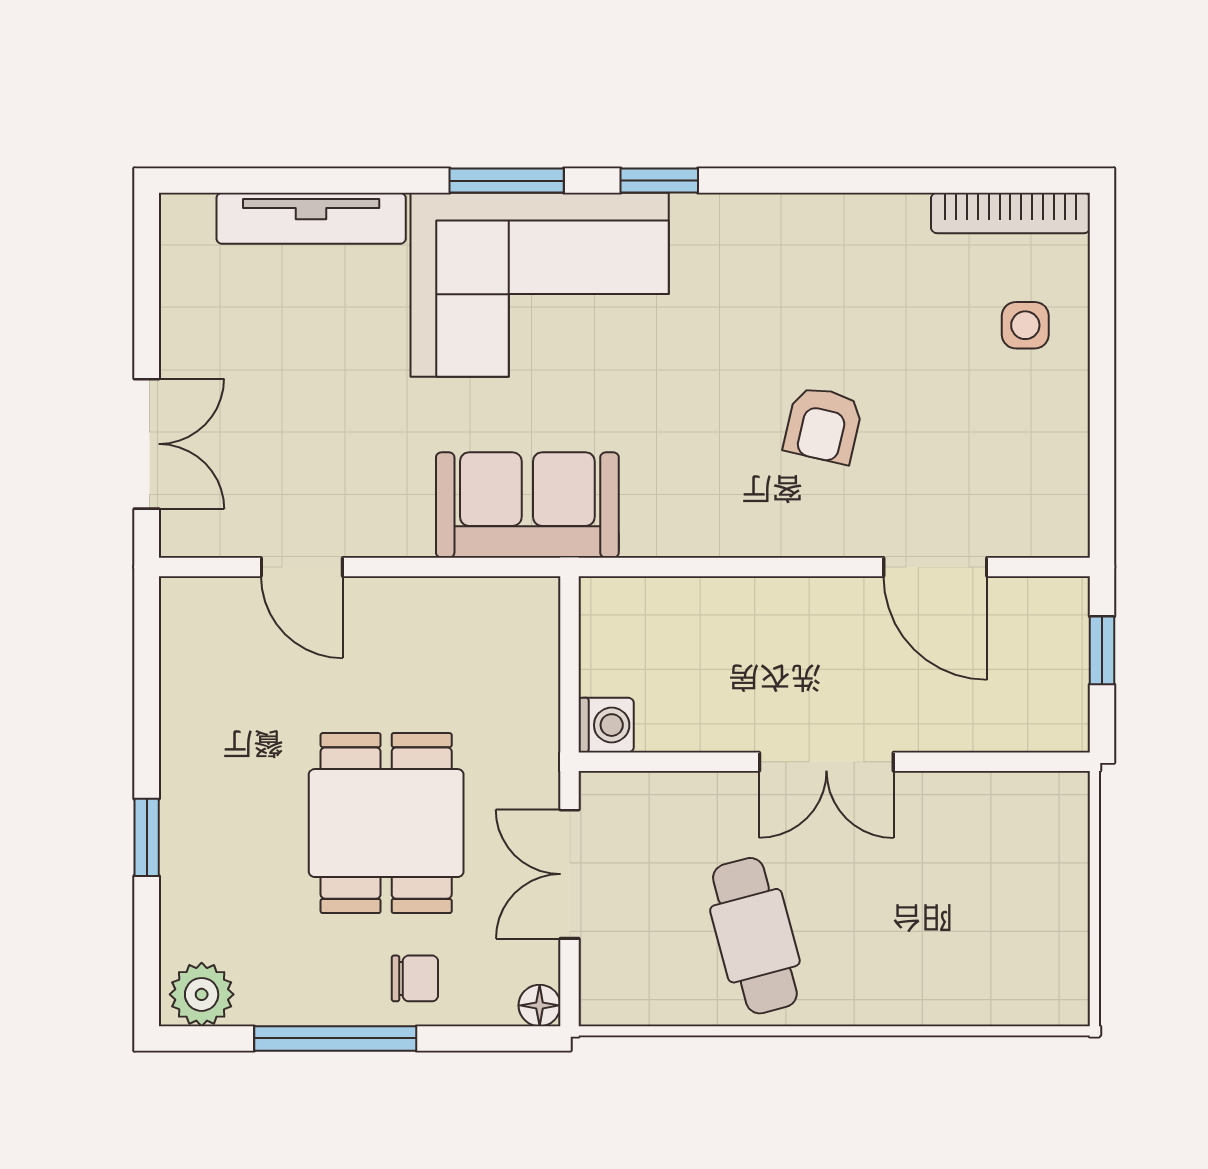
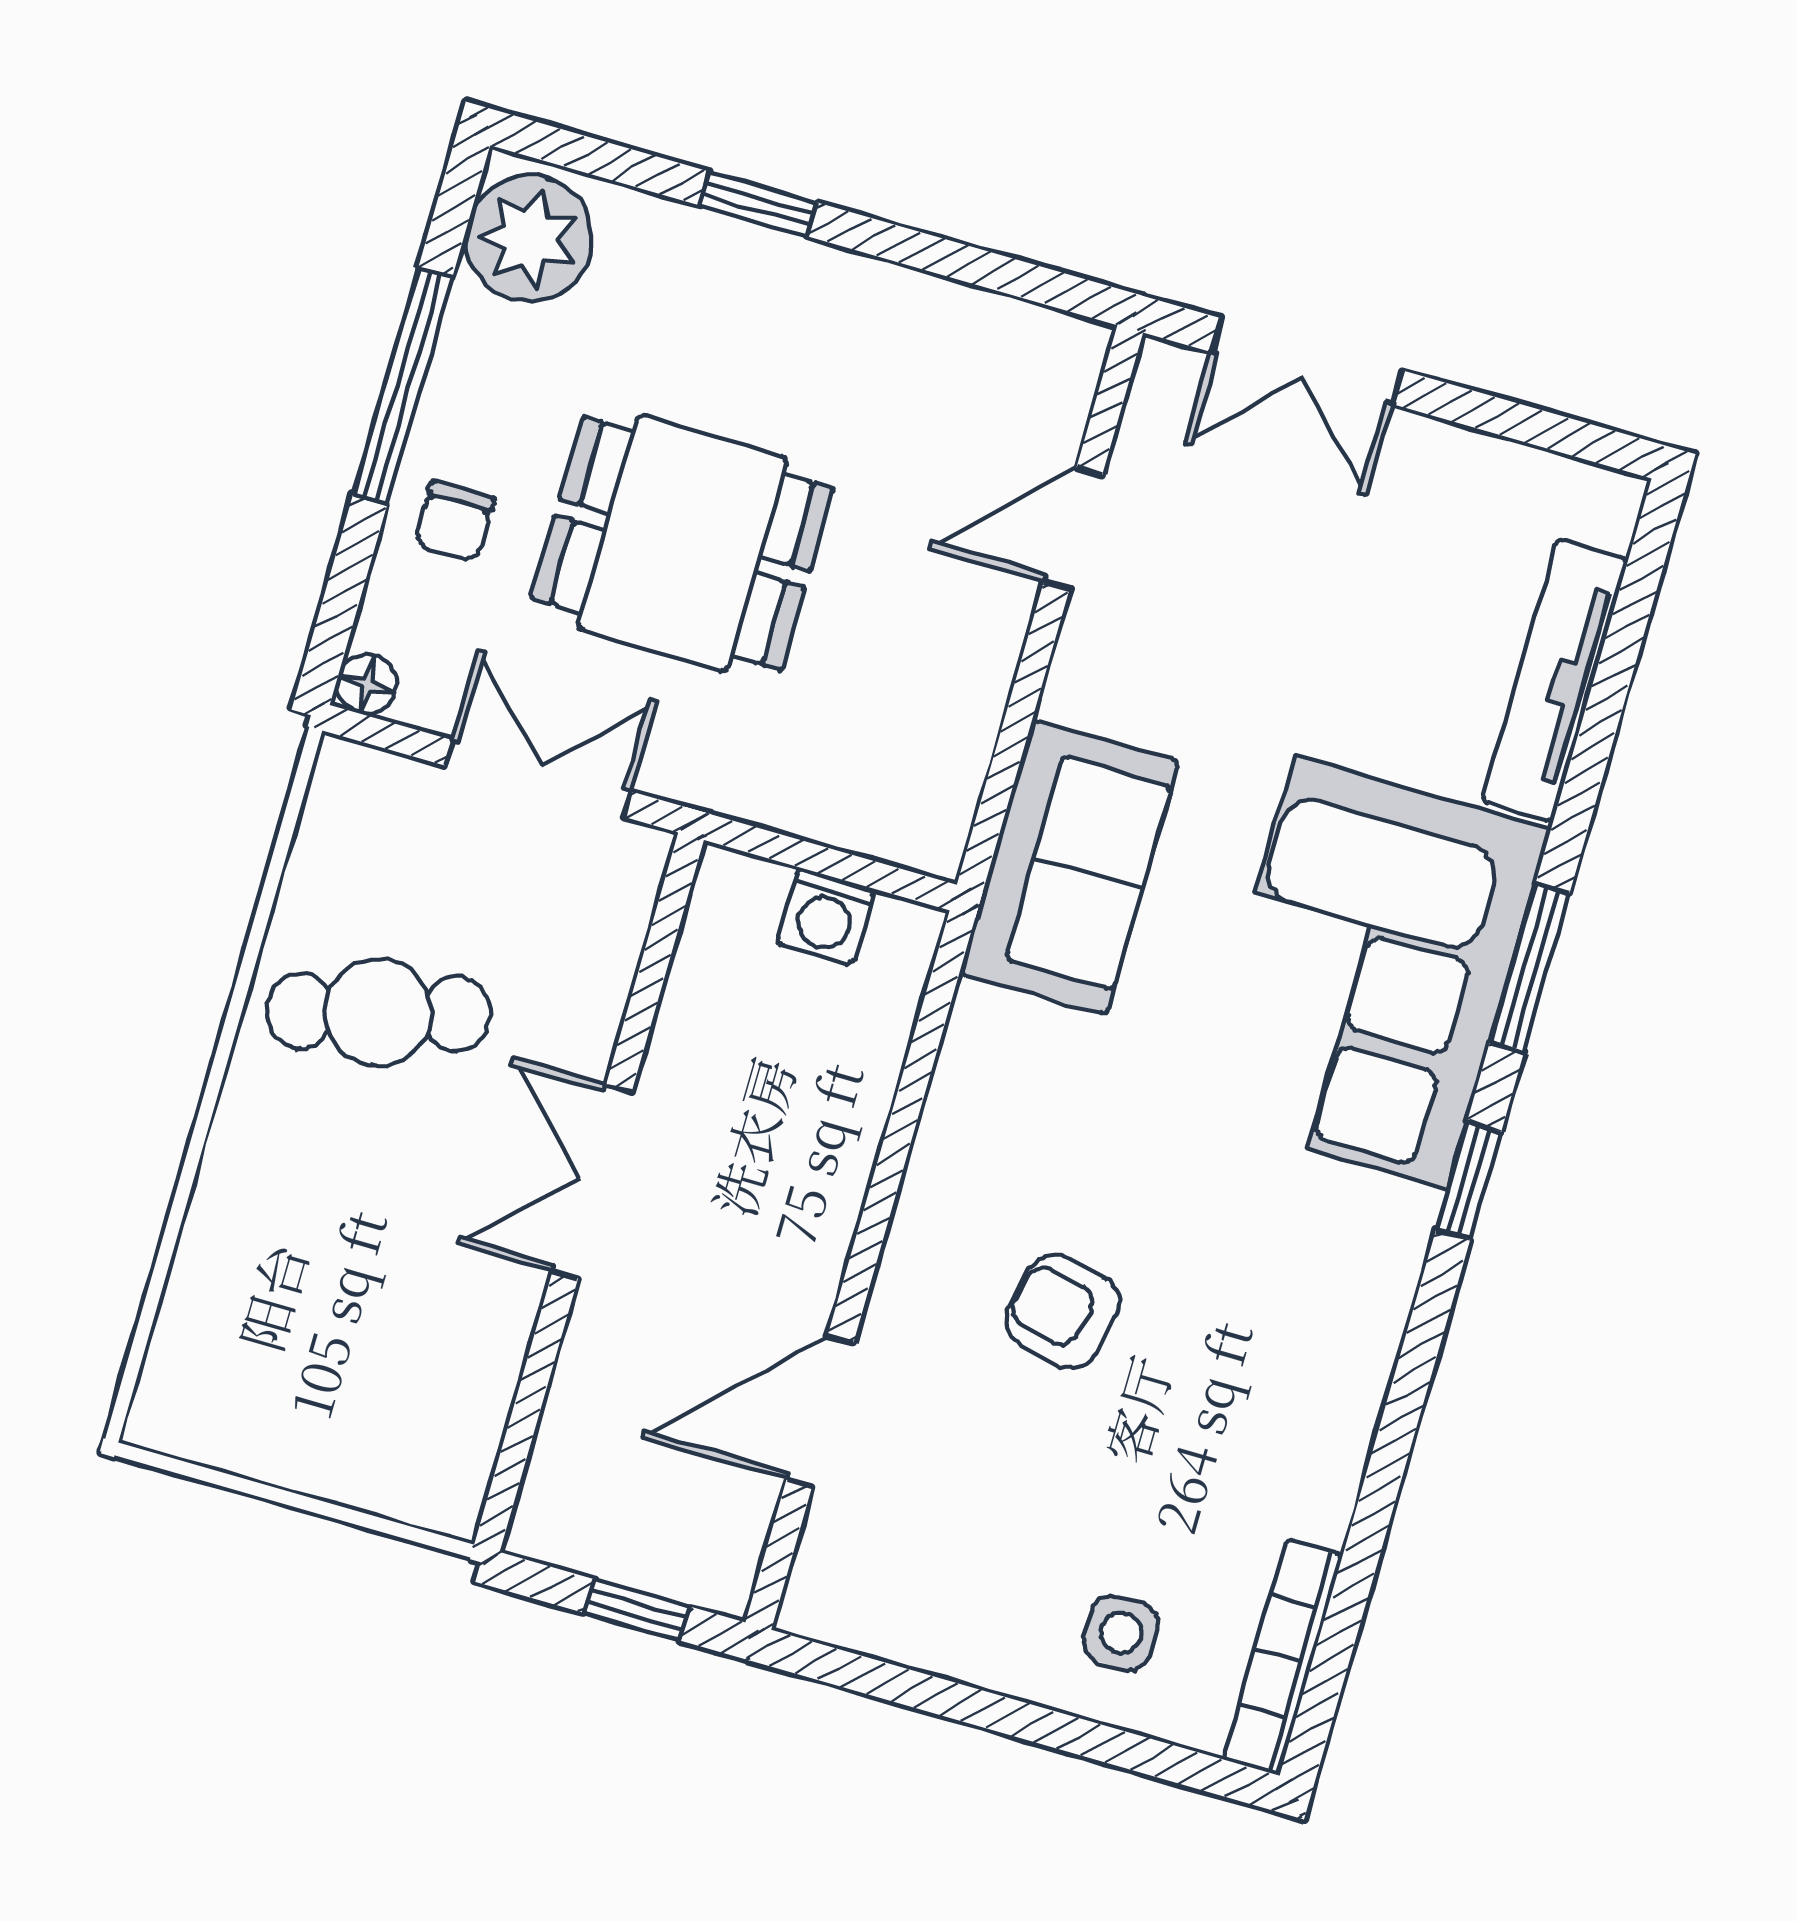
washing machine: (606, 725) -> (826, 916), moved
plant: (202, 994) -> (529, 239), width x1.36, depth x1.36

